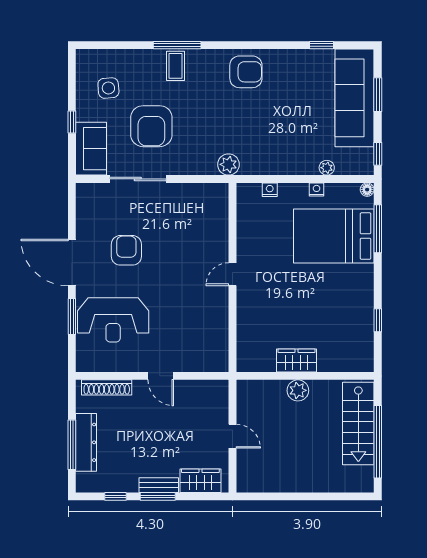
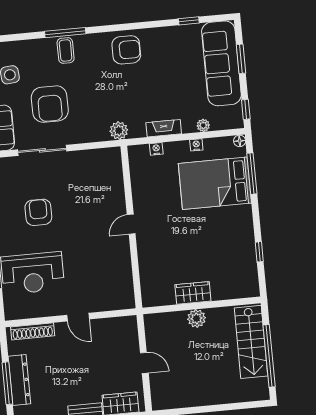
fireplace: (281, 167) -> (164, 128), added

